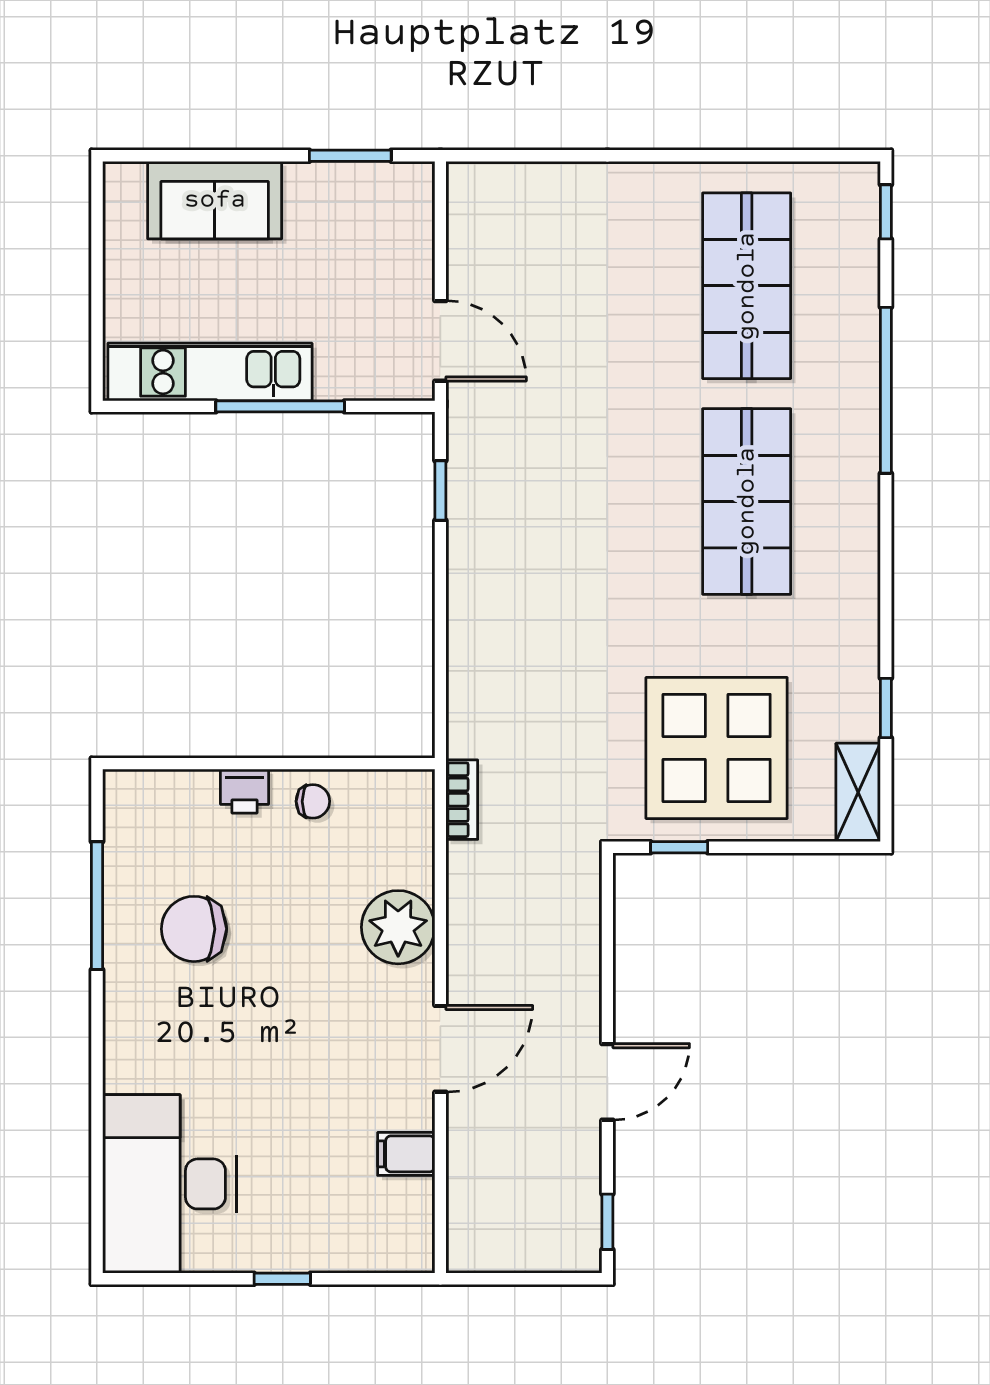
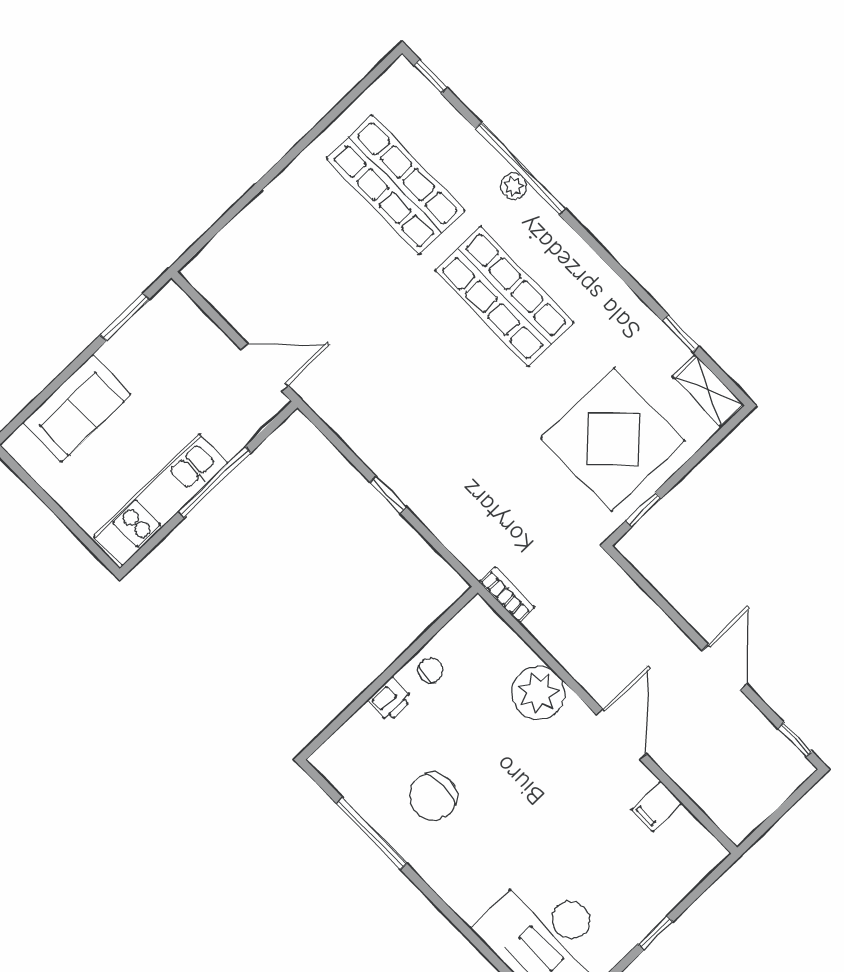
plant: (862, 401) -> (514, 186), added
window: (440, 490) -> (388, 495), moved

